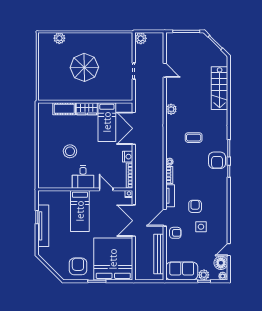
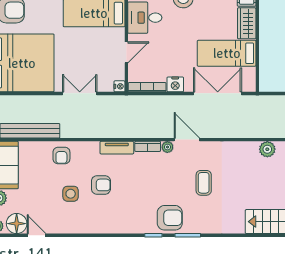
plant: (171, 109) -> (267, 149), moved
armchair: (217, 160) -> (170, 218), turned 180
door: (165, 218) -> (187, 140), moved
double door: (134, 221) -> (80, 93), width x0.73

